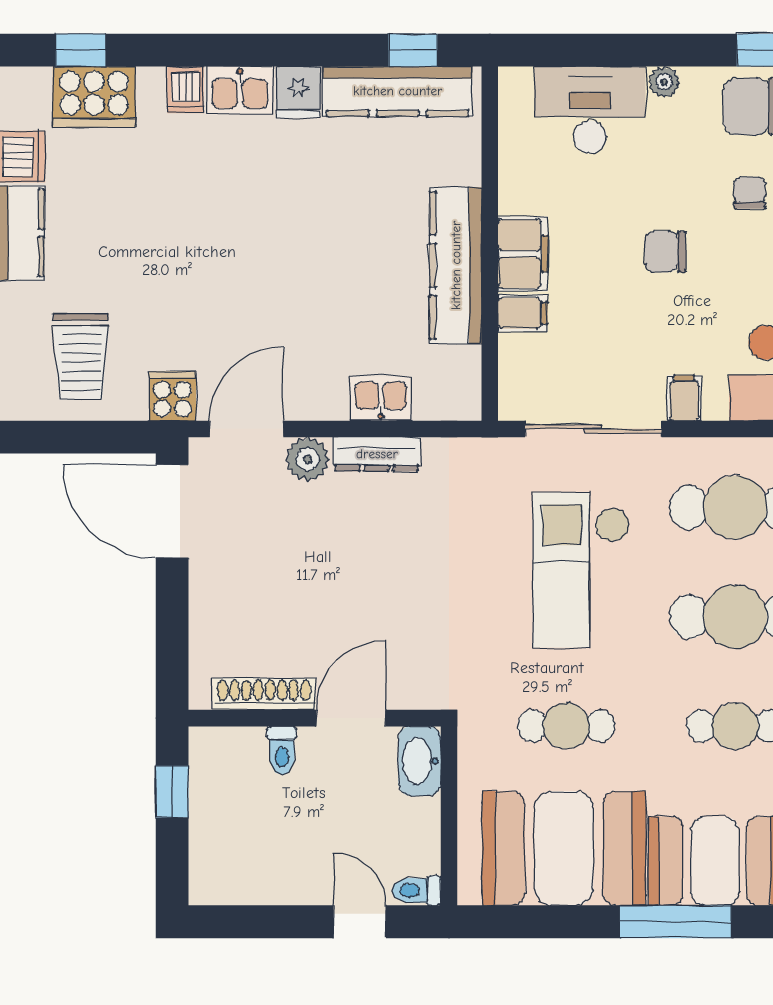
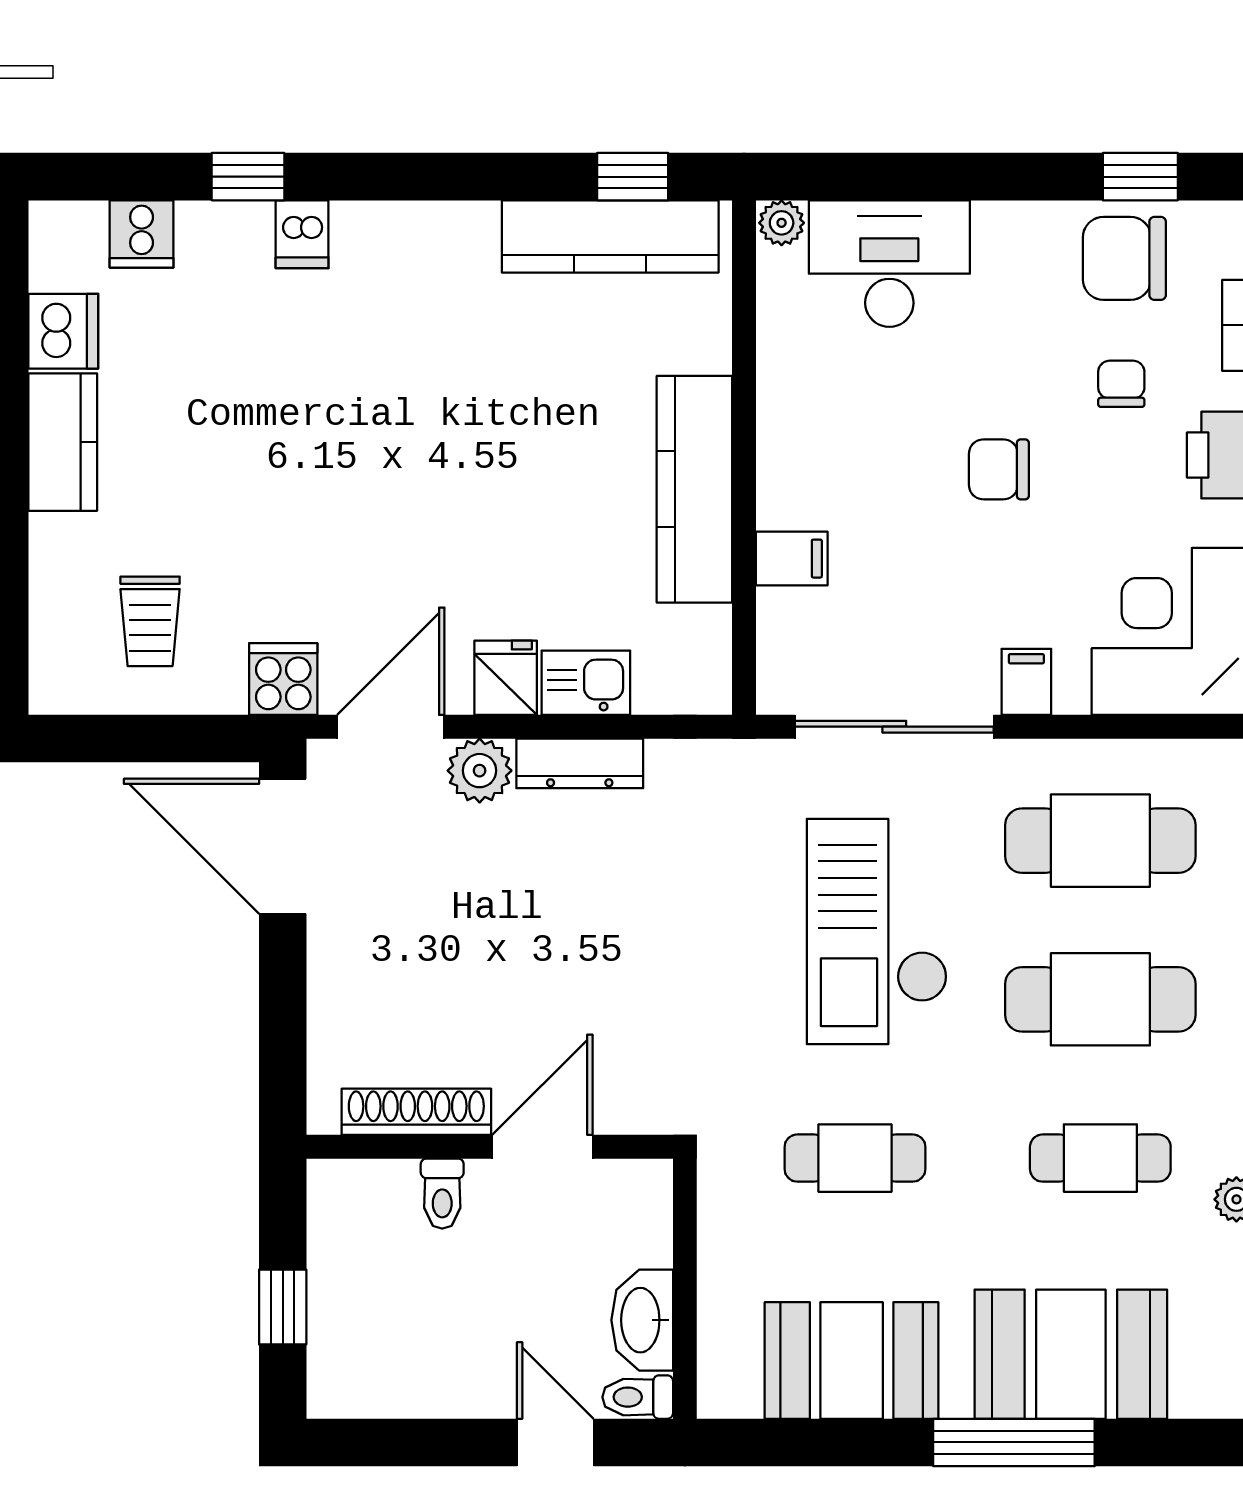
window: (81, 50) -> (248, 177), moved
plant: (664, 82) -> (782, 223), moved
kitchen sink: (240, 90) -> (381, 235), removed
fridge: (298, 92) -> (506, 678), moved, turned 180
cooker: (94, 97) -> (142, 234), width x0.53, depth x0.76
filing cabinet: (523, 254) -> (792, 472), removed
trolley: (81, 356) -> (150, 621), width x0.73, depth x0.72
washbasin: (420, 761) -> (642, 1320), moved
window: (172, 792) -> (283, 1307), moved
booth: (564, 848) -> (852, 1361), width x0.73, depth x0.70

